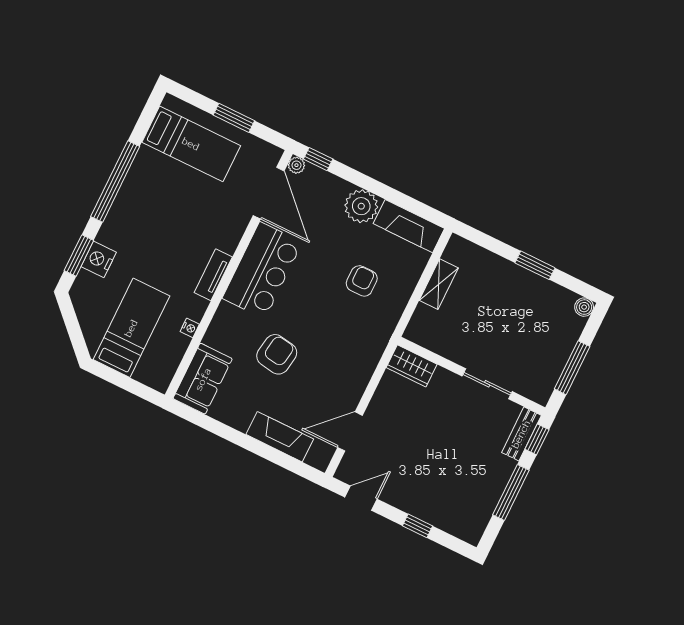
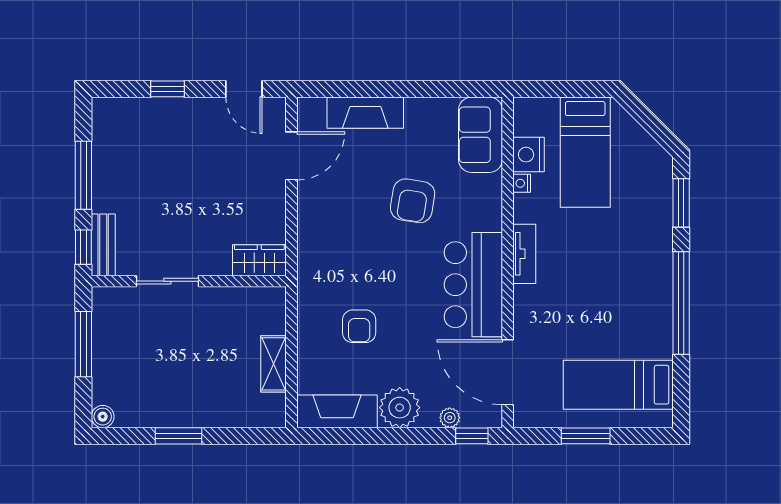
plant: (296, 165) -> (450, 418), moved
nightstand: (99, 259) -> (529, 155), moved, turned 180
door: (361, 498) -> (244, 89), hinge flipped

